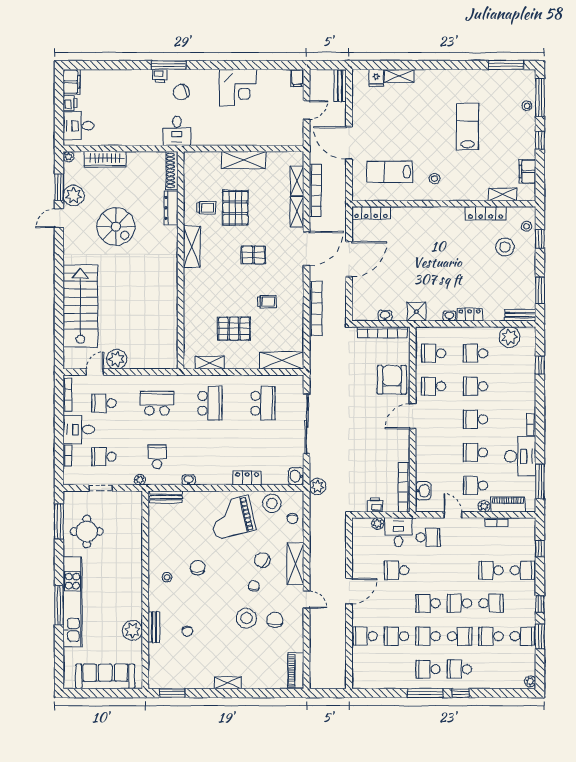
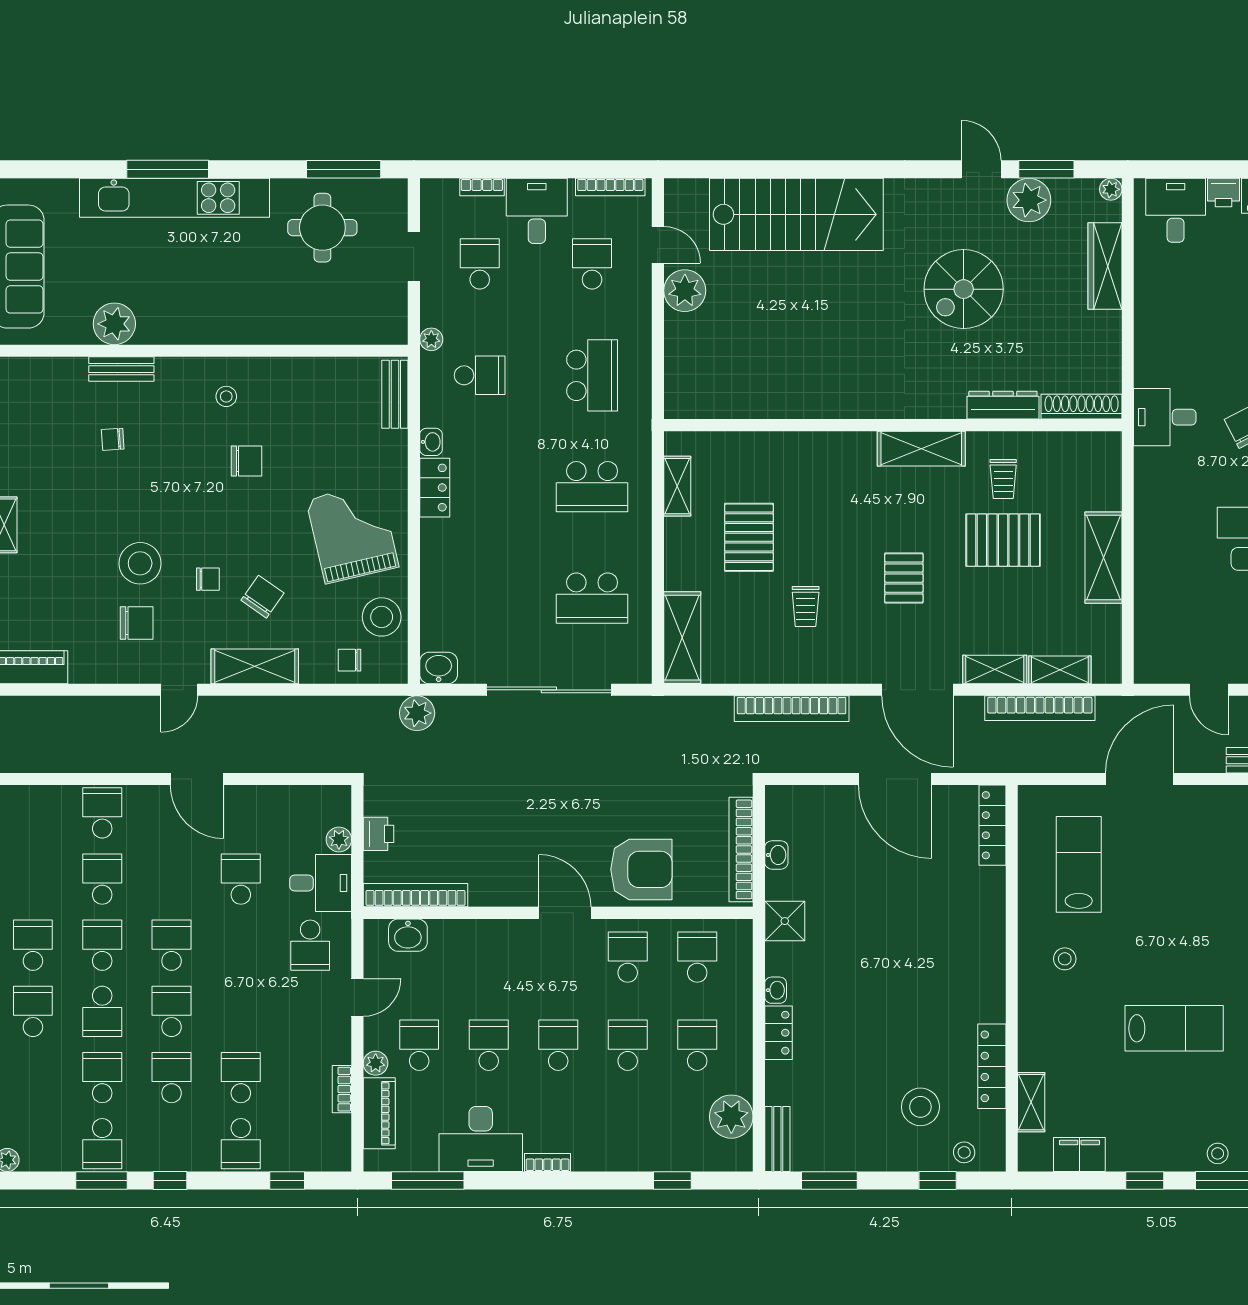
locker: (247, 478) -> (435, 488), moved
school desk: (491, 603) -> (172, 1078), turned 180

